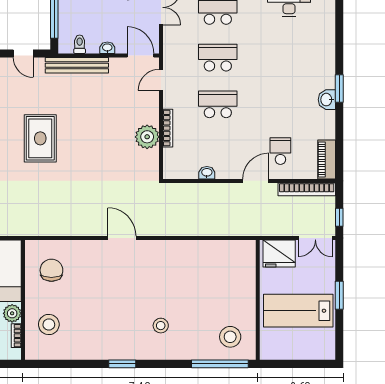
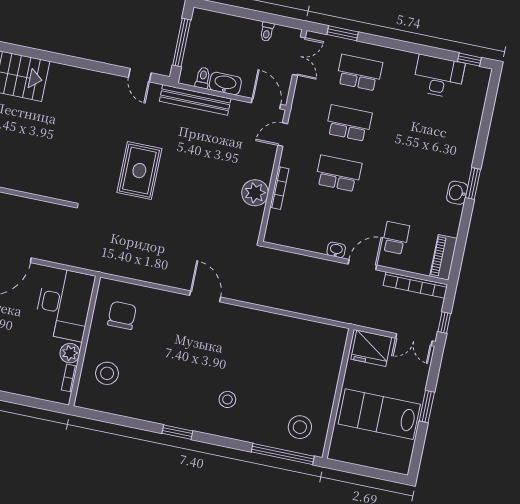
washbasin: (107, 48) -> (225, 83), width x1.91, depth x1.45
washbasin: (207, 173) -> (336, 250), moved

